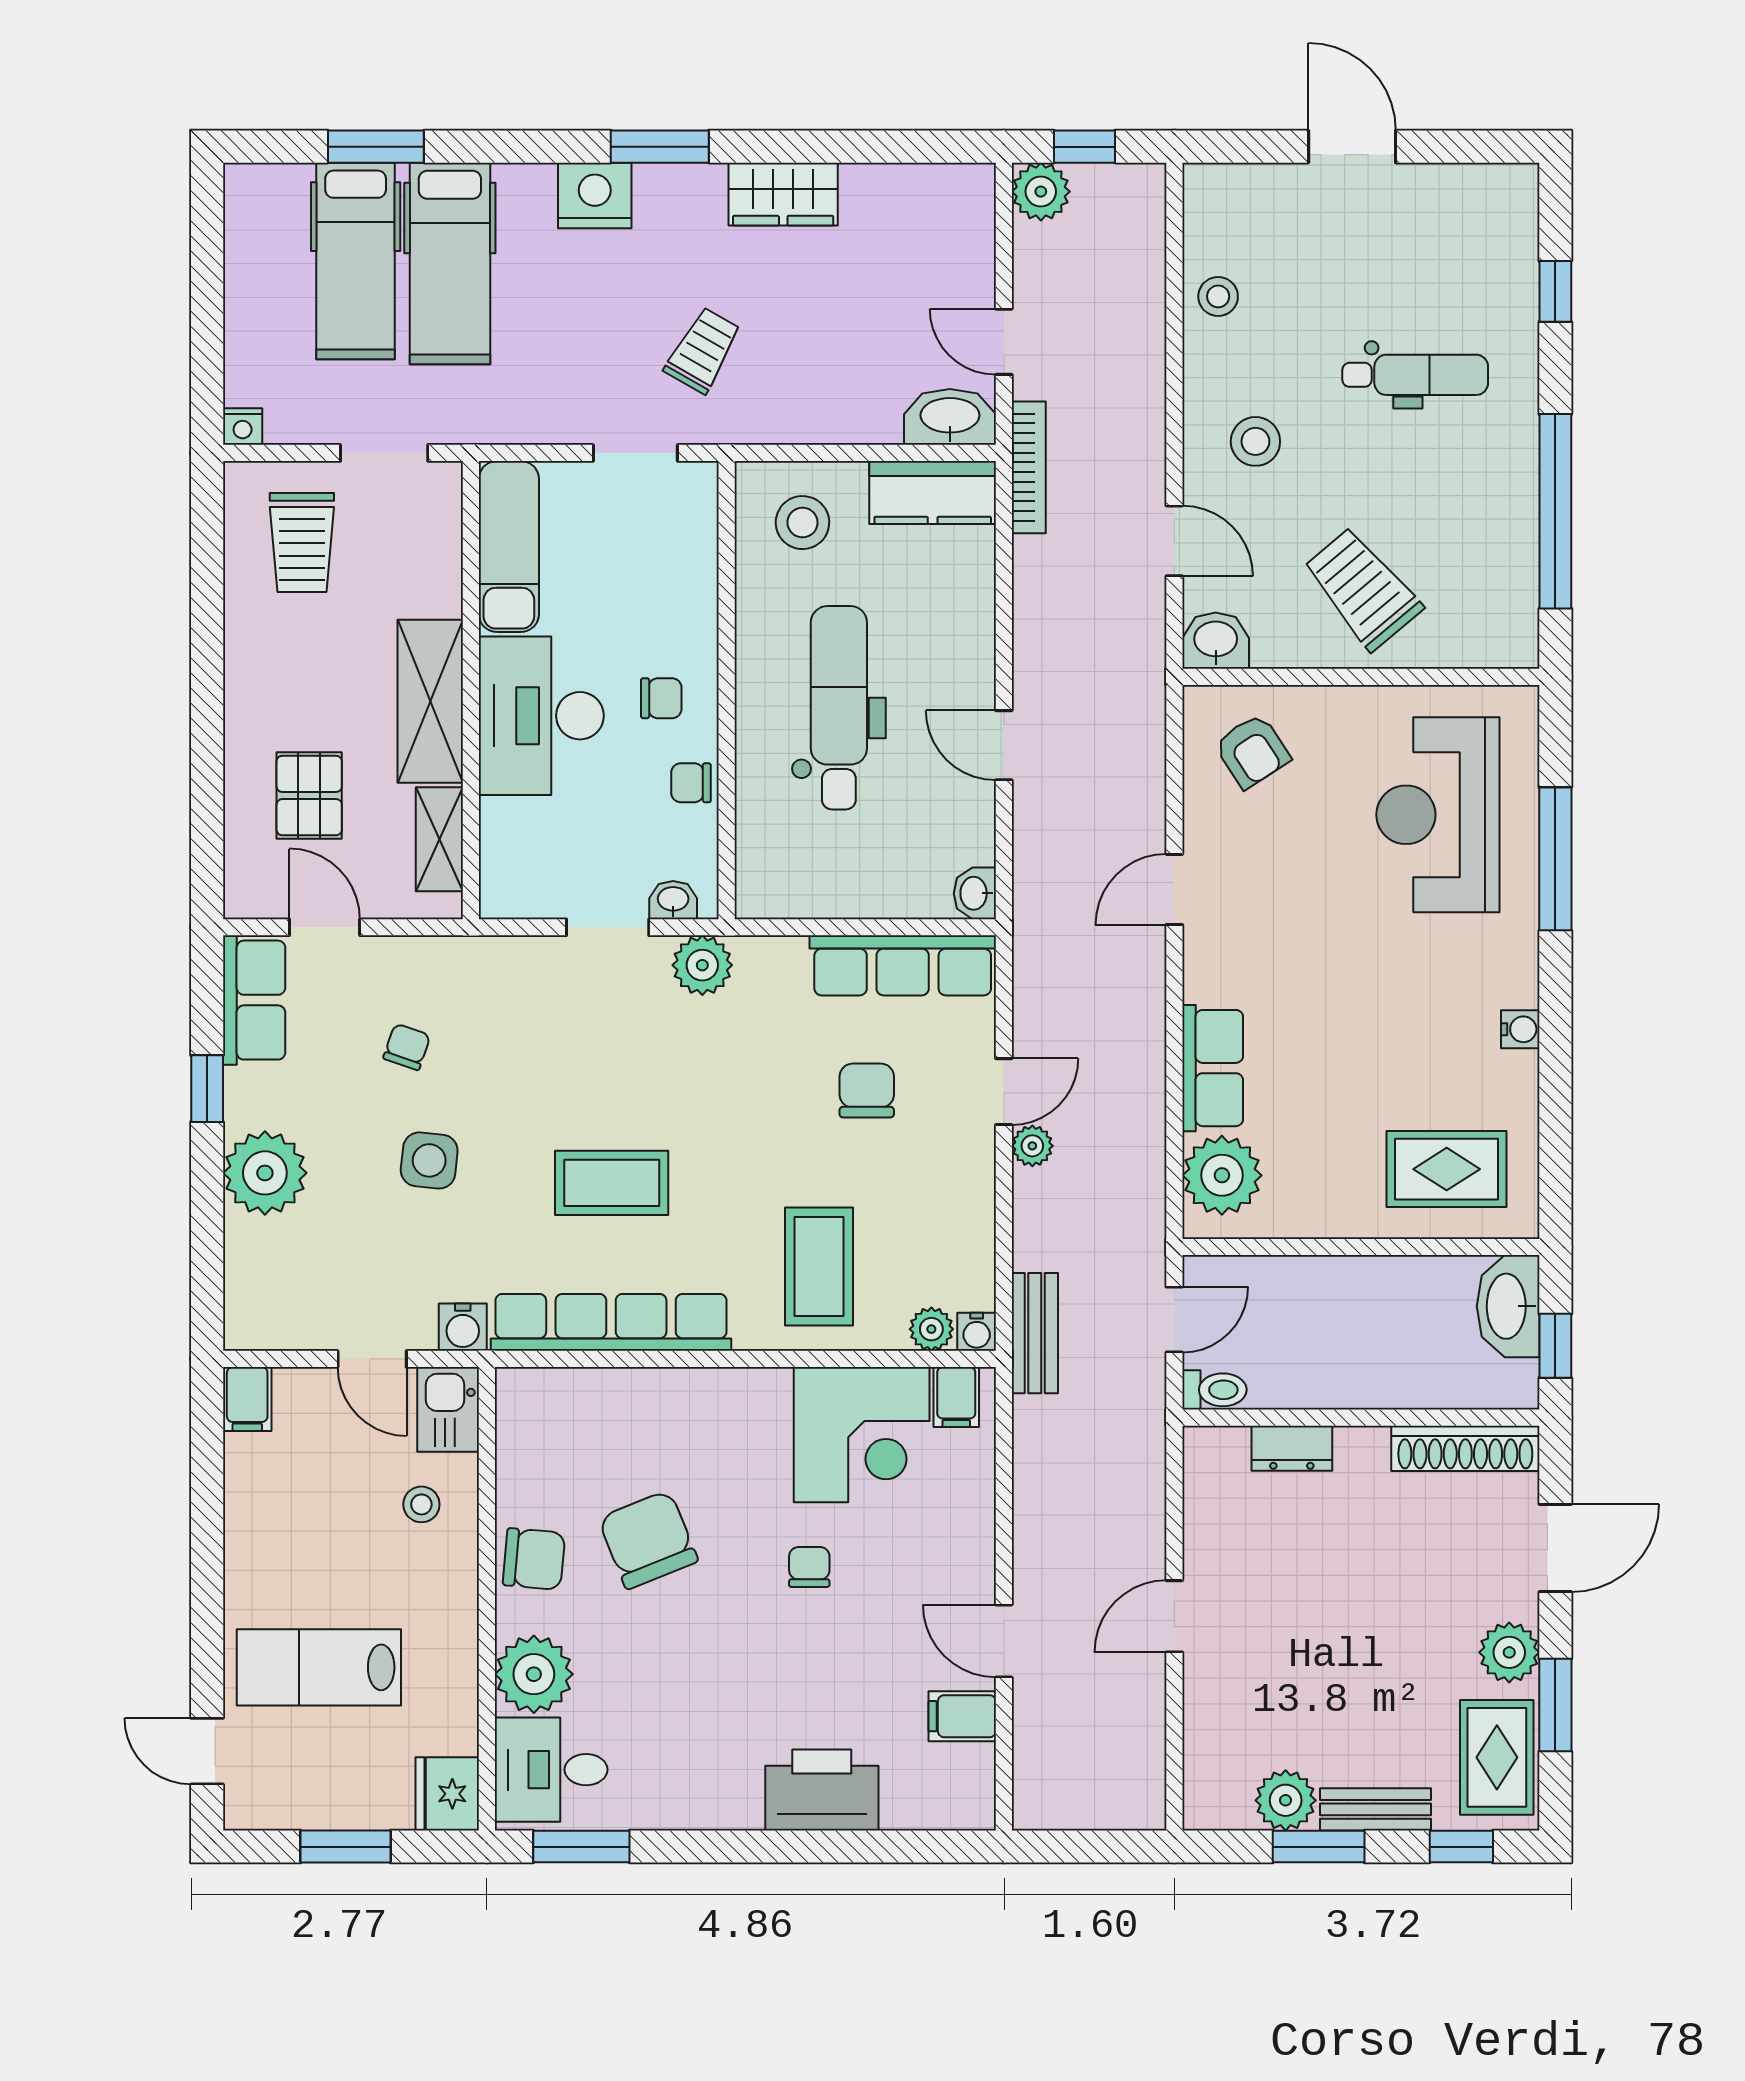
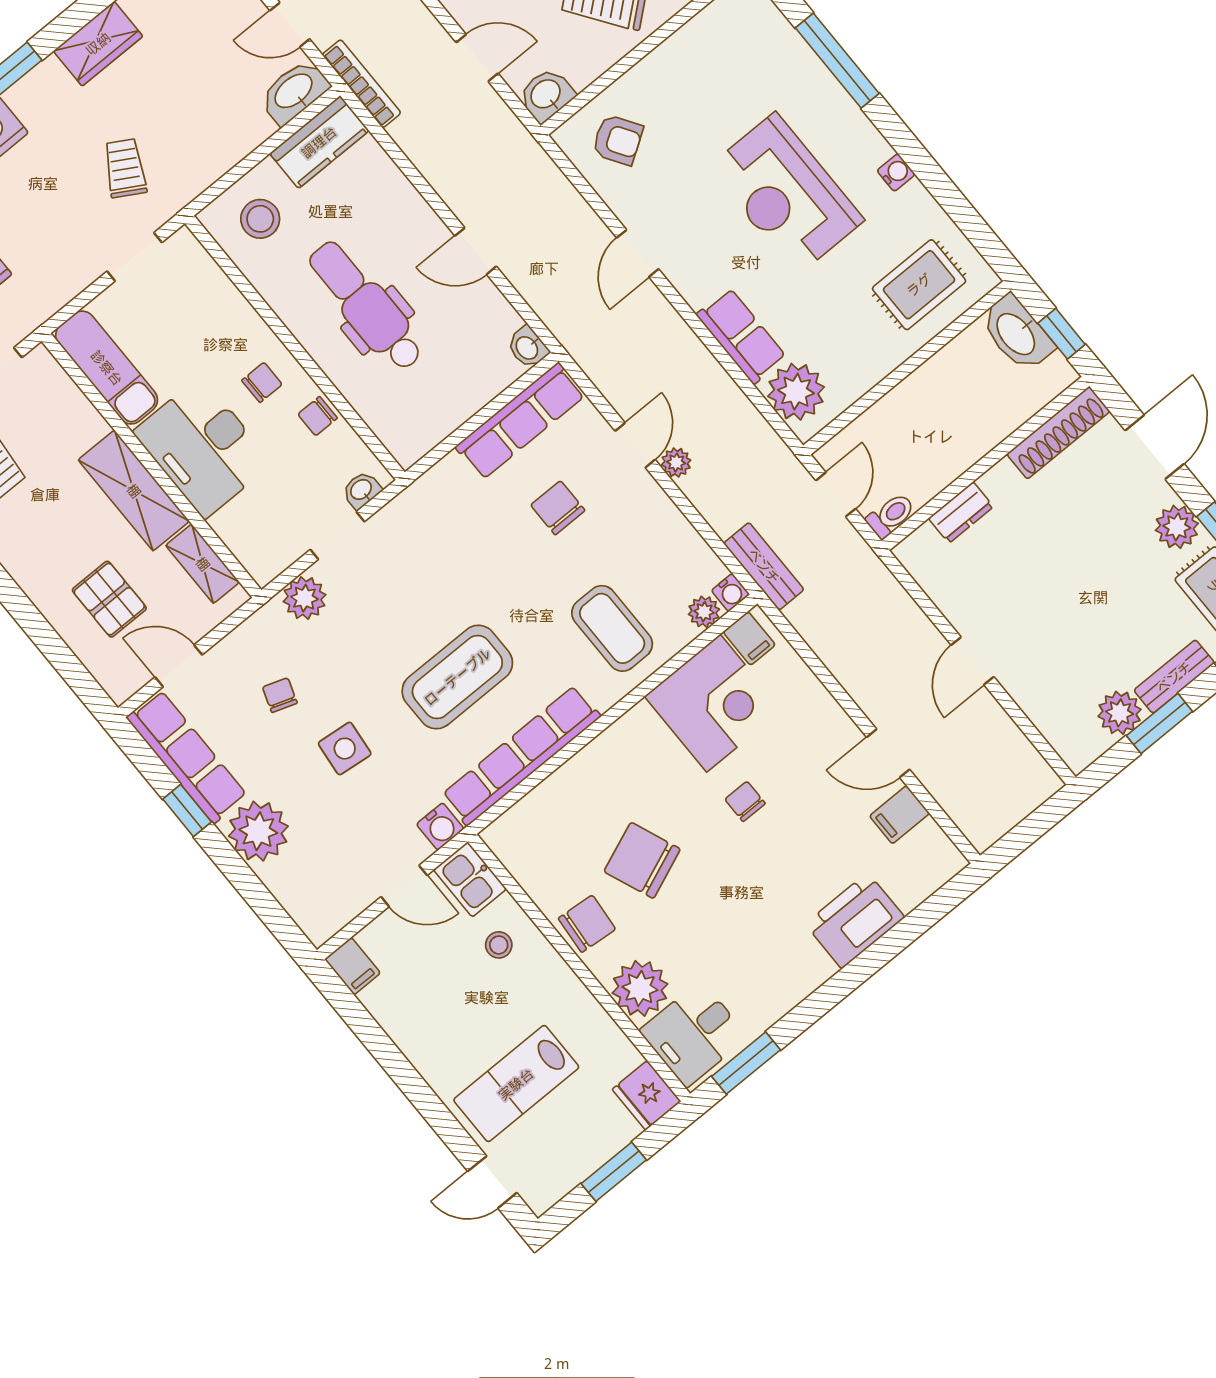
reception desk: (1438, 815) -> (786, 194), moved
plant: (702, 965) -> (305, 598), moved
row of seats: (254, 1000) -> (187, 757), width x1.48
coffee table: (612, 1183) -> (457, 677), width x1.36, depth x1.32

